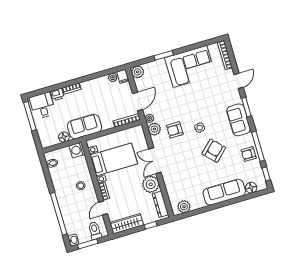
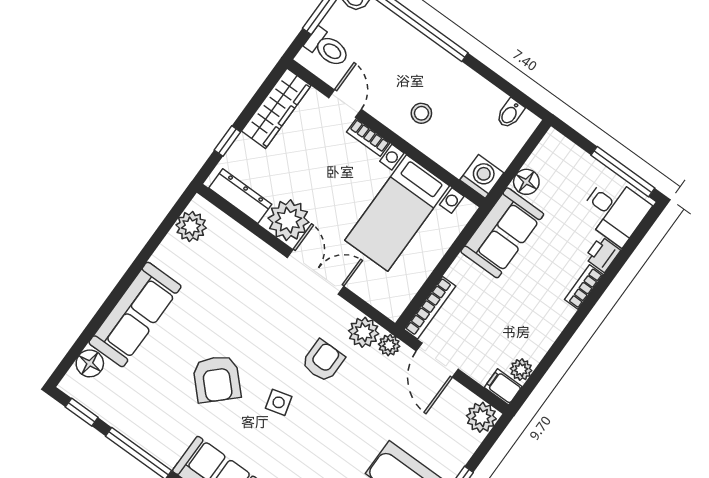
armchair: (249, 154) -> (145, 424), removed

